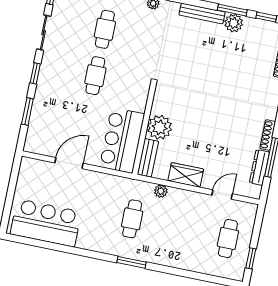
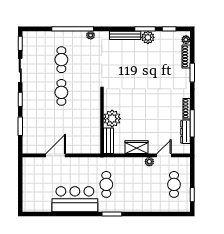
bar counter: (122, 140) -> (89, 133), removed
plant: (161, 191) -> (149, 162), moved
bar counter: (46, 223) -> (75, 199), moved

